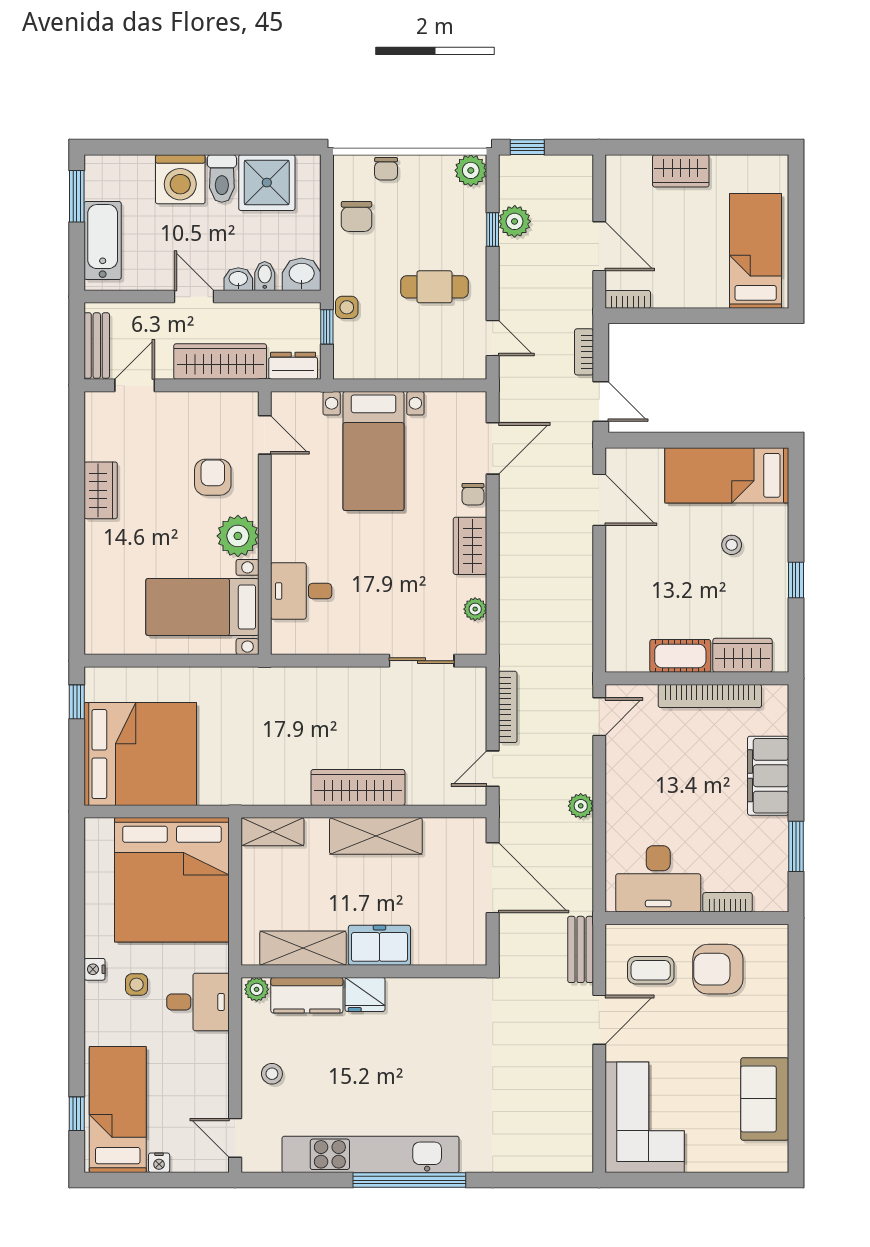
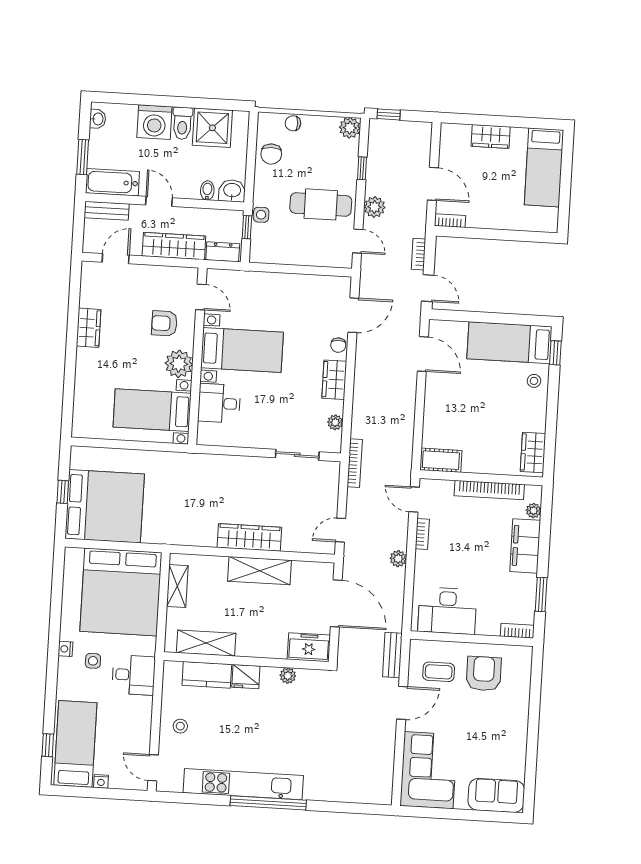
chair: (386, 169) -> (293, 123), turned 90
window: (77, 196) -> (83, 157), moved
plant: (515, 221) -> (375, 207), moved
bathtub: (103, 240) -> (112, 182), moved, turned -90
bed: (756, 251) -> (544, 167), moved, turned 180
washbasin: (238, 279) -> (98, 119), moved, turned 90
cafe table: (434, 287) -> (321, 204), width x1.37, depth x1.35
bench: (97, 346) -> (107, 211), moved, turned 90
bed with nightstands: (373, 451) -> (242, 350), moved, turned -90
armchair: (213, 477) -> (164, 323), turned -90
stool: (732, 545) -> (534, 381), moved
window: (796, 580) -> (555, 353), moved
wardrobe: (742, 655) -> (533, 453), moved, turned -90
cot: (680, 656) -> (441, 460), moved
window: (77, 702) -> (63, 492), moved
bookcase: (508, 707) -> (355, 463), moved
door: (599, 717) -> (414, 500), swing flipped
plant: (777, 723) -> (533, 511), added
bookcase: (614, 767) -> (422, 534), added
shelving: (273, 832) -> (177, 586), moved, turned 90
bookcase: (728, 902) -> (517, 631), moved
freezer: (379, 945) -> (309, 647), moved
armchair: (718, 969) -> (484, 674), turned 90
plant: (257, 989) -> (288, 676), moved
sofa: (765, 1099) -> (496, 795), moved, turned 90

